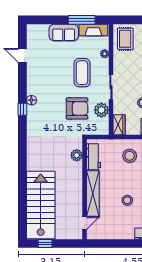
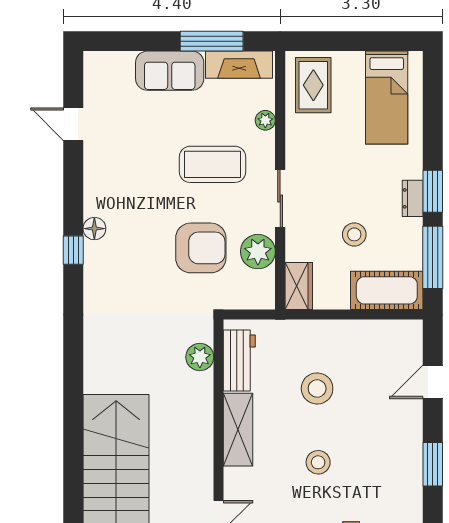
coffee table: (82, 73) -> (213, 164), turned 90
stool: (130, 156) -> (317, 388), moved
shelving: (93, 194) -> (238, 430), width x0.68

